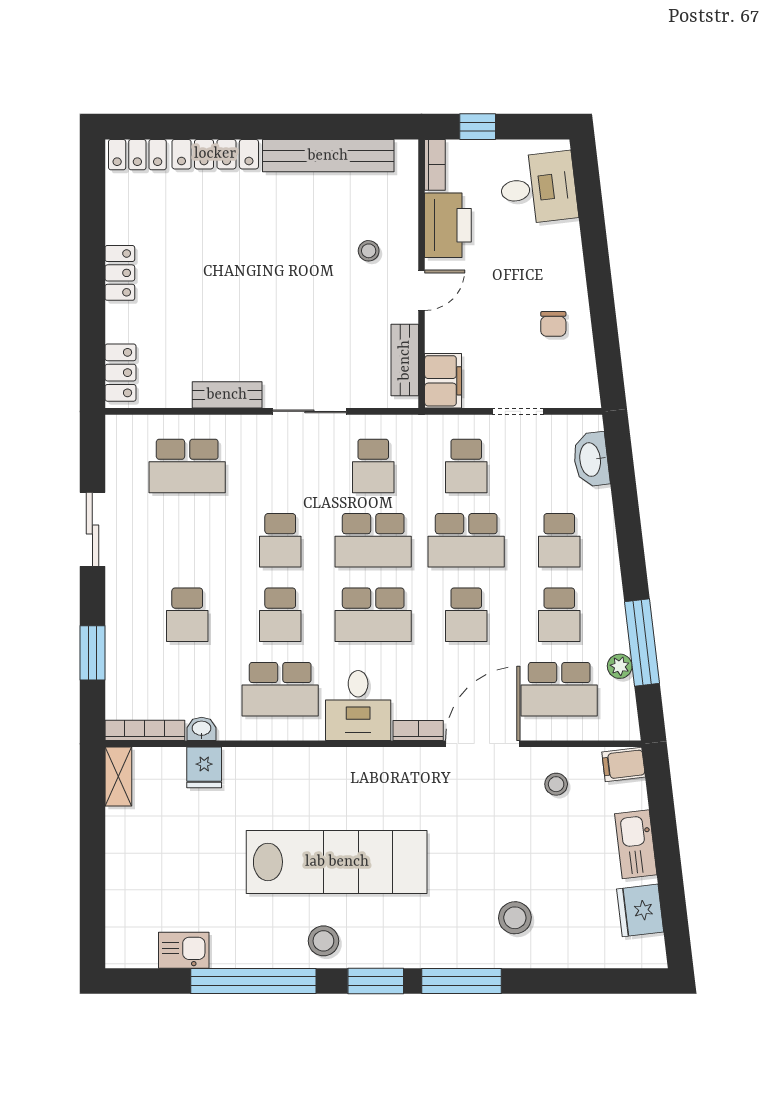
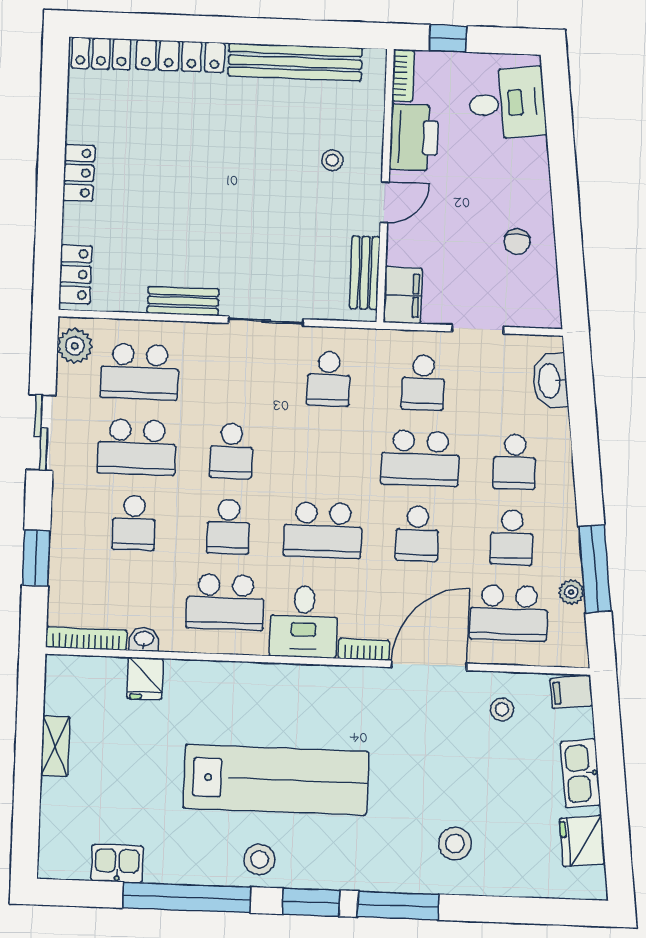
plant: (122, 443) -> (75, 346), added
school desk: (373, 540) -> (137, 447), moved
shelving: (118, 776) -> (55, 746), moved

